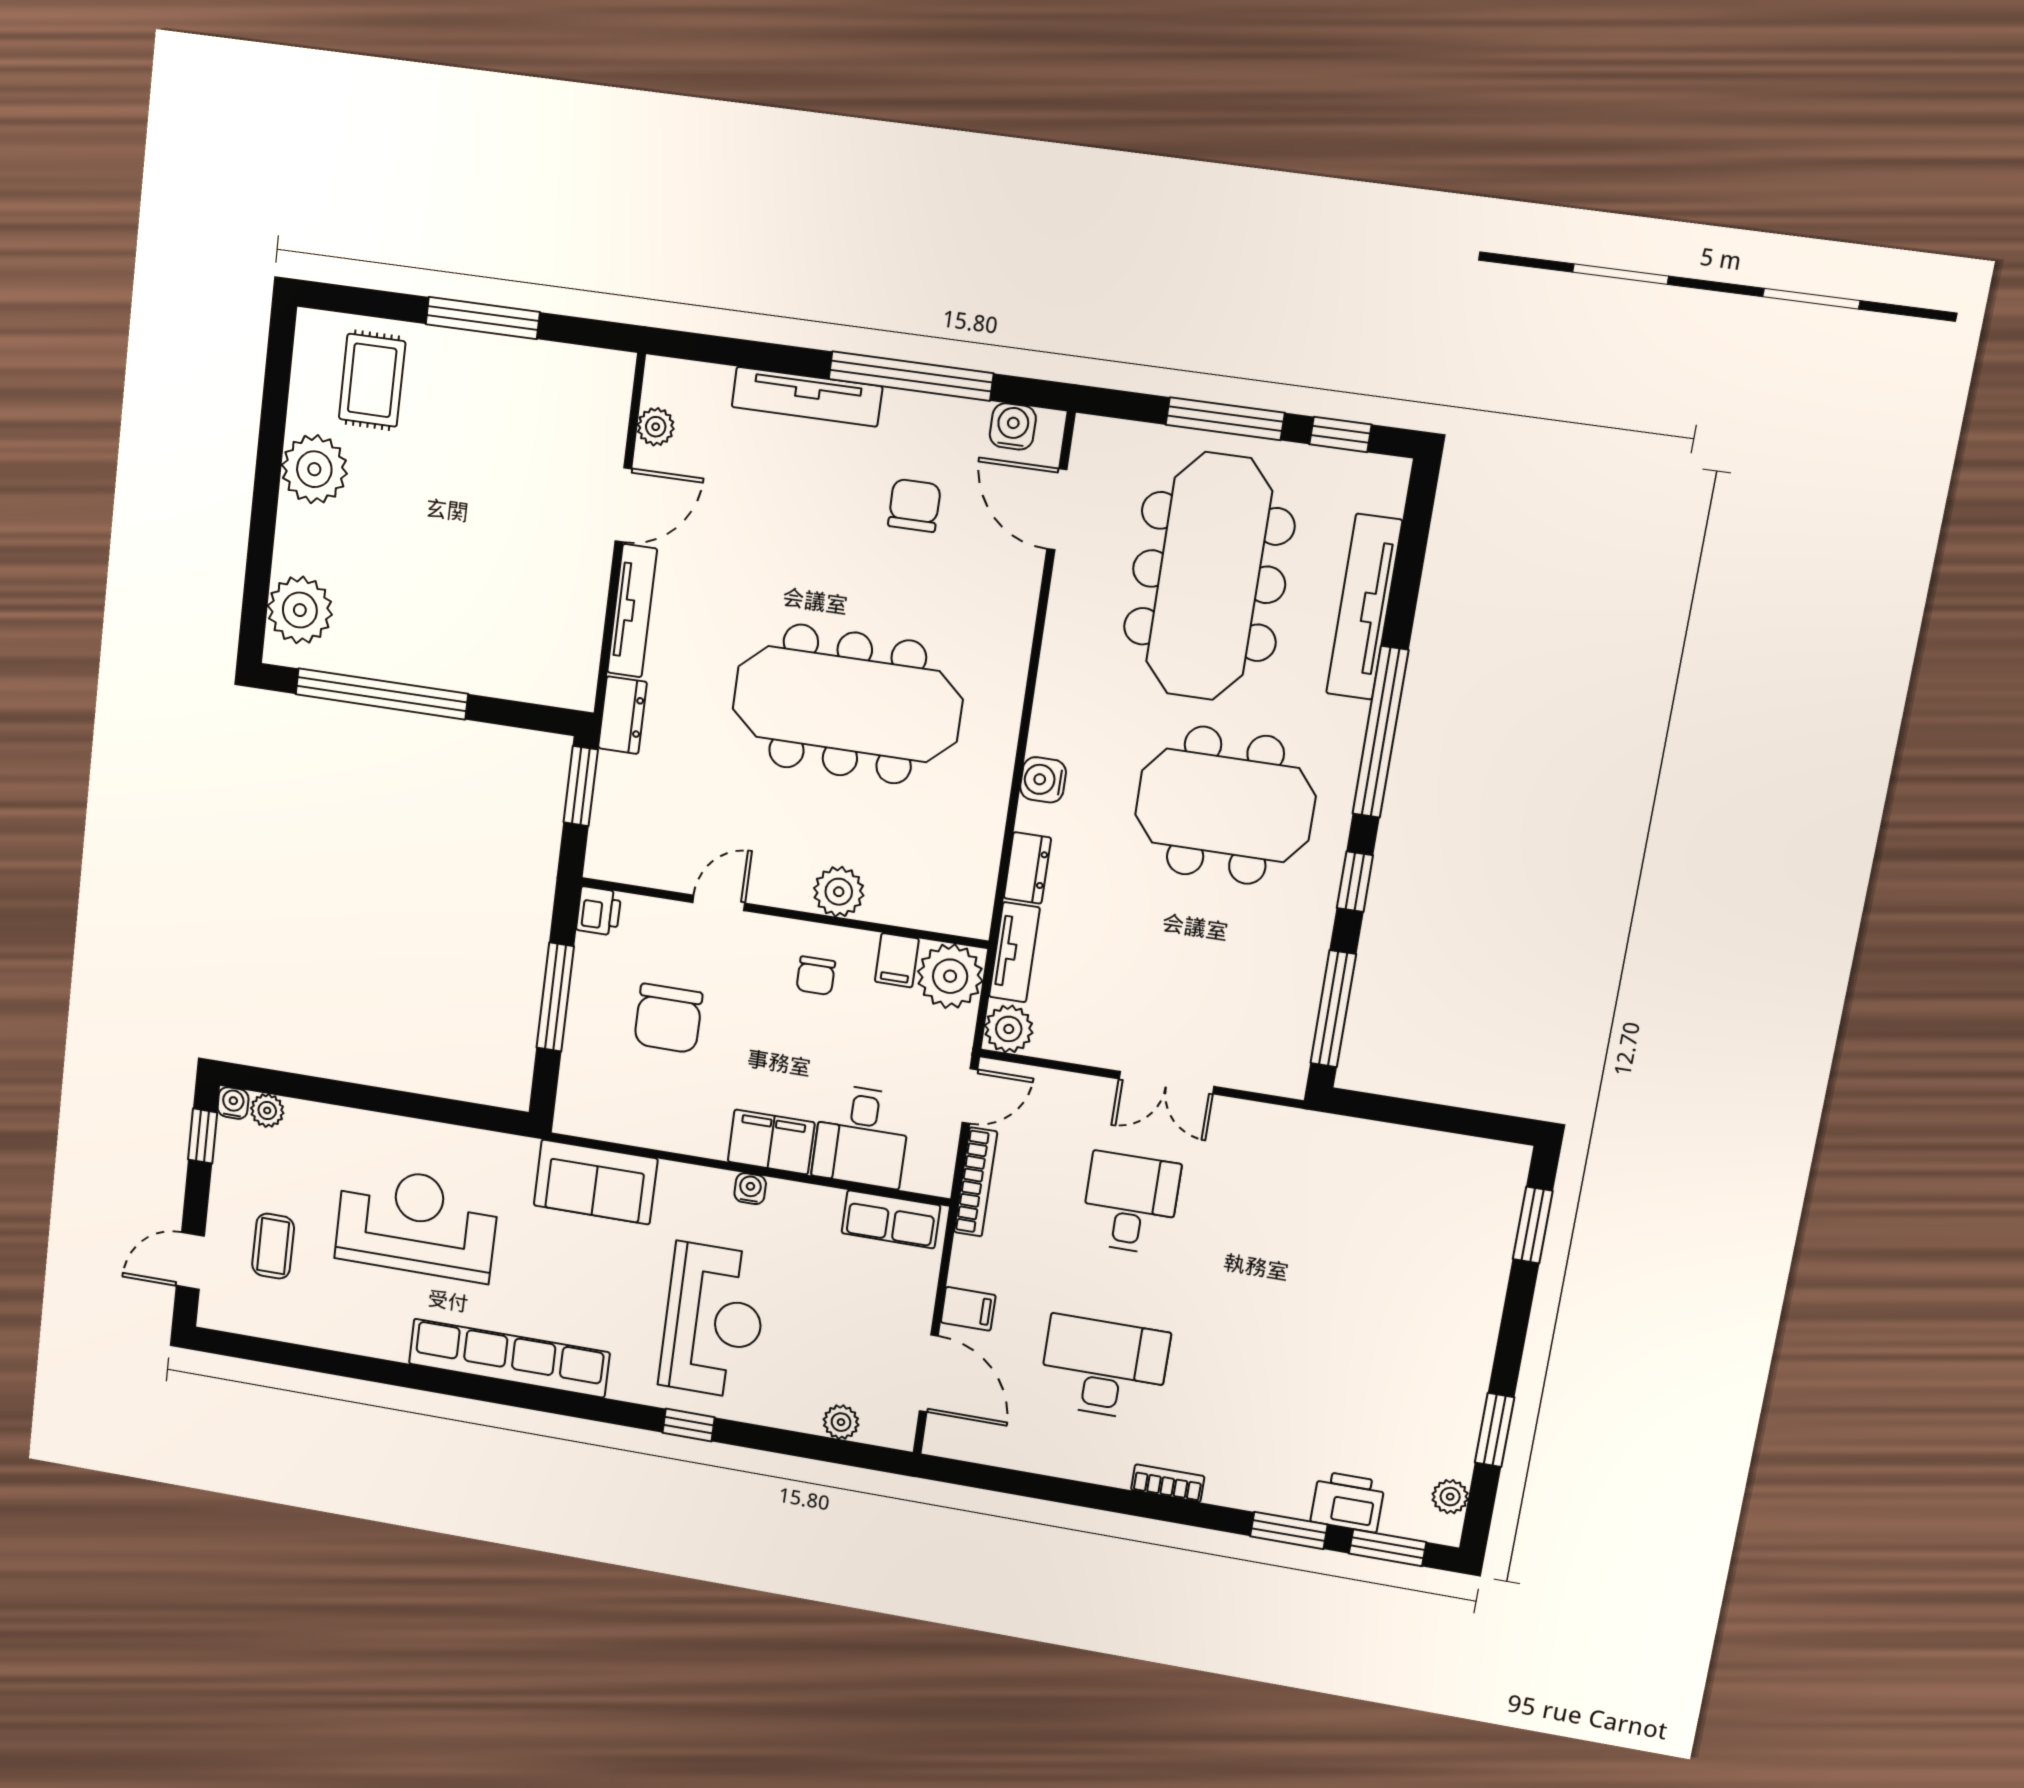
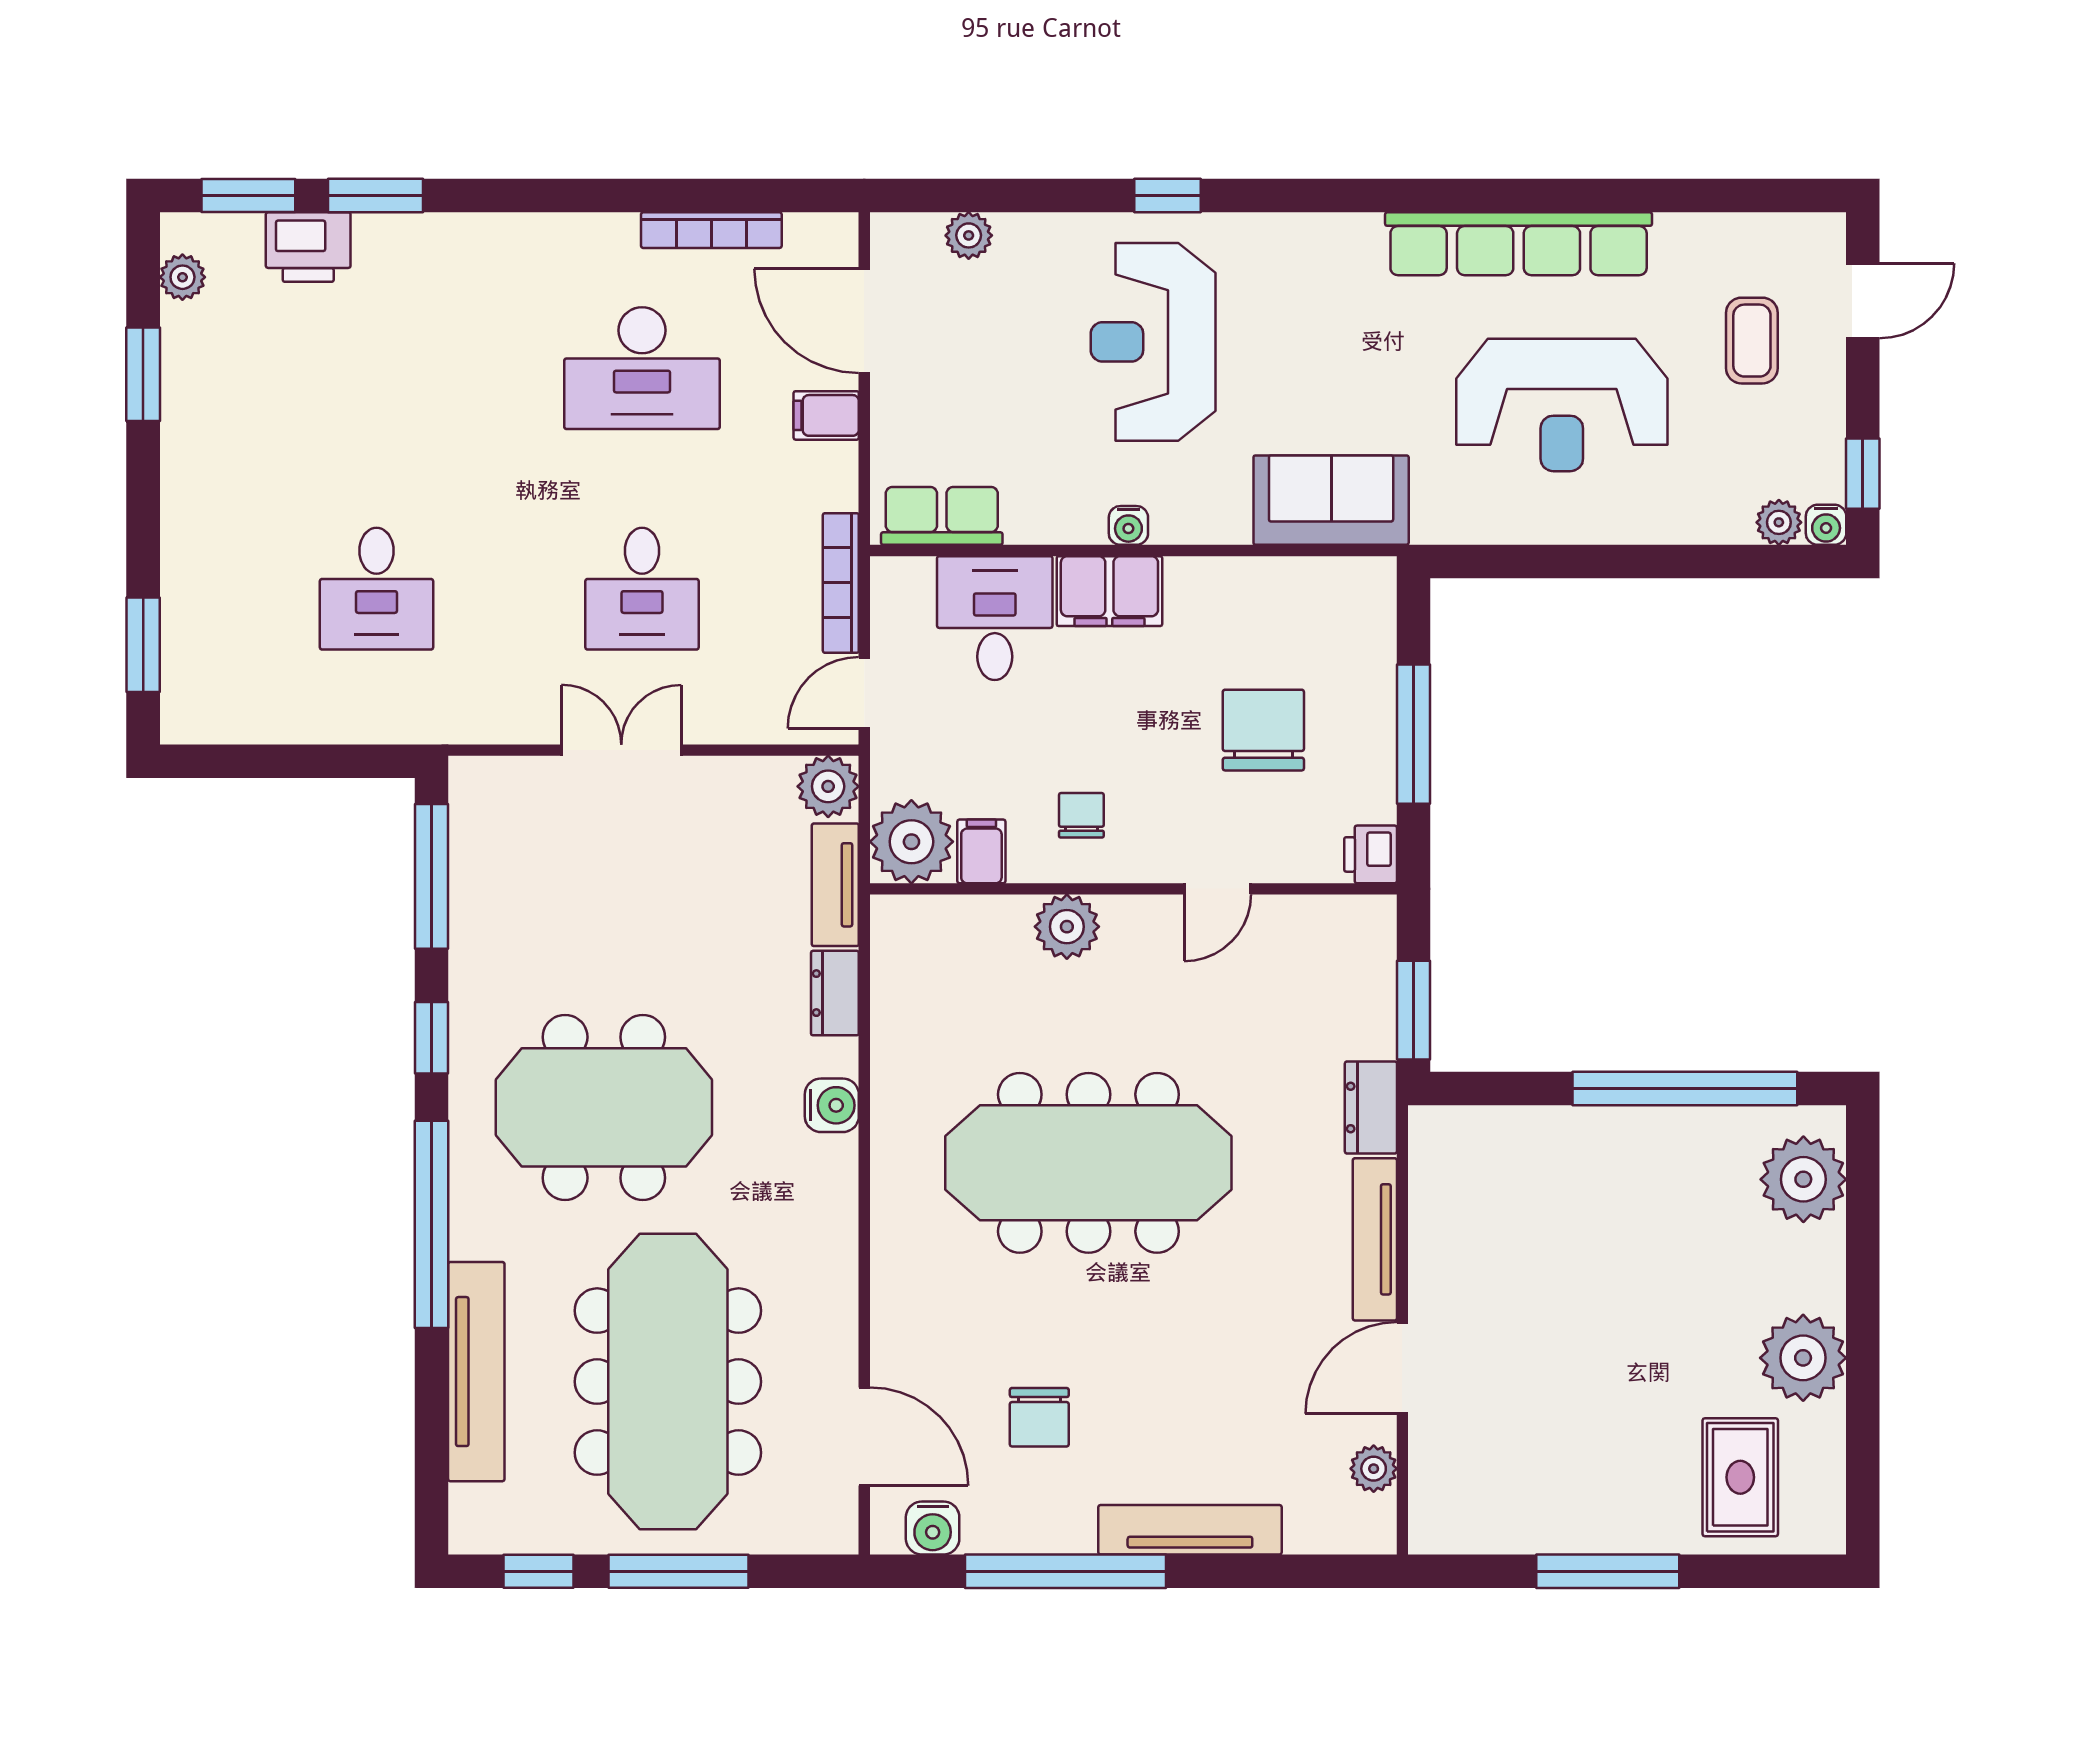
desk: (1339, 1237) -> (377, 589), added
row of seats: (509, 1358) -> (1519, 244), moved
bookcase: (1168, 1483) -> (711, 230), moved, width x1.56

